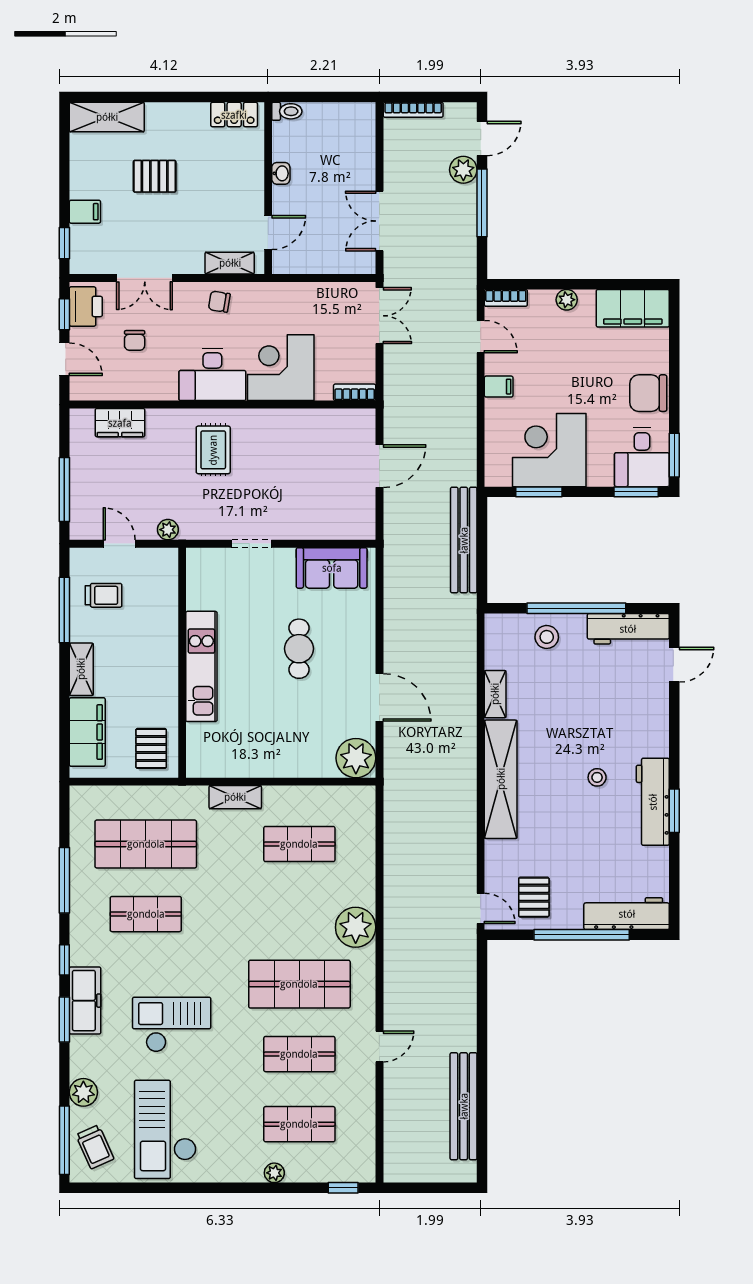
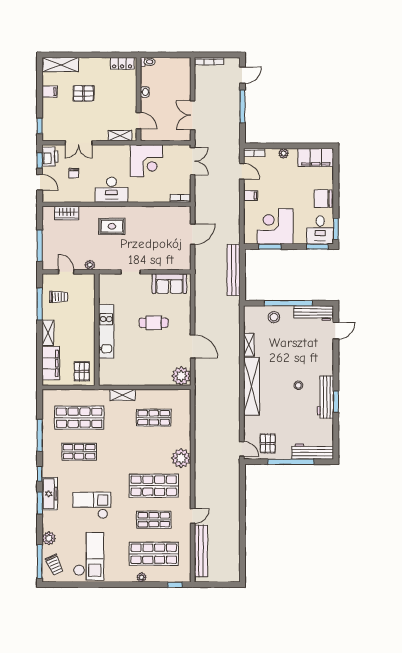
plant: (463, 170) -> (233, 90), removed
filing cabinet: (85, 212) -> (50, 92), moved
door: (268, 233) -> (139, 121), hinge flipped
chair: (219, 302) -> (115, 154), removed
corner desk: (281, 368) -> (146, 161), moved, turned 180
rug: (213, 450) -> (112, 226), turned 90
cafe table: (299, 649) -> (154, 323), turned 90
bench: (464, 1106) -> (201, 551), moved
shop shelf: (299, 1124) -> (154, 554), width x1.43, depth x1.36
checkout: (165, 1129) -> (89, 556), turned 180

